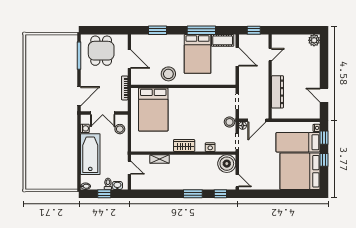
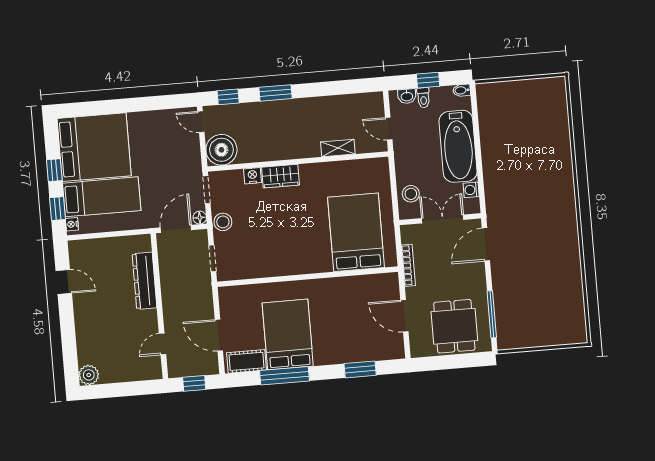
stool: (168, 74) -> (335, 296), removed
wardrobe: (184, 146) -> (280, 176), moved

